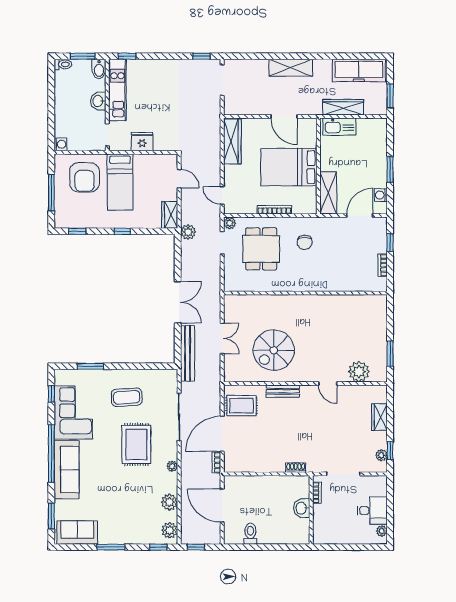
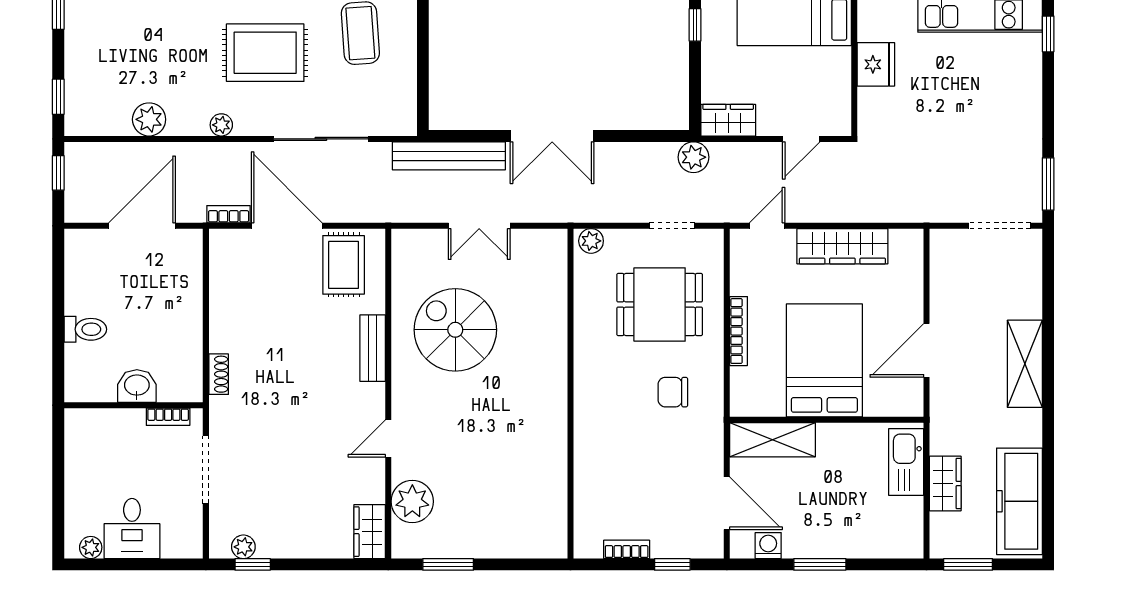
window: (201, 56) -> (1048, 184), width x1.50
wardrobe: (343, 107) -> (945, 484), width x0.67
wardrobe: (232, 141) -> (842, 246), moved
plant: (230, 223) -> (591, 241), moved
wardrobe: (379, 417) -> (370, 532), moved, turned -90
plant: (170, 530) -> (92, 120), removed
toilet: (250, 534) -> (85, 329), moved

